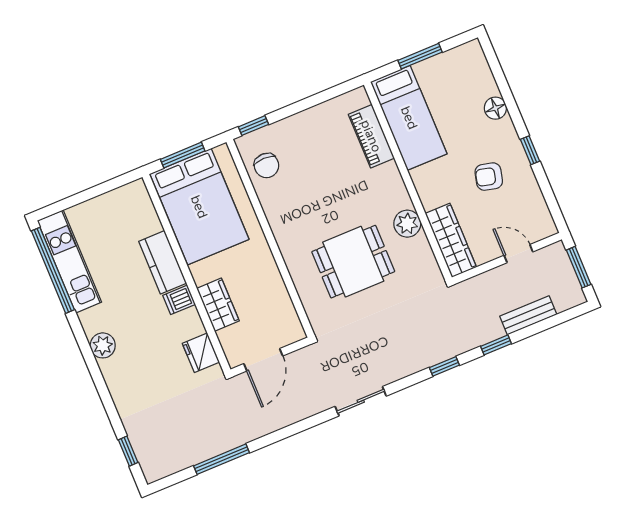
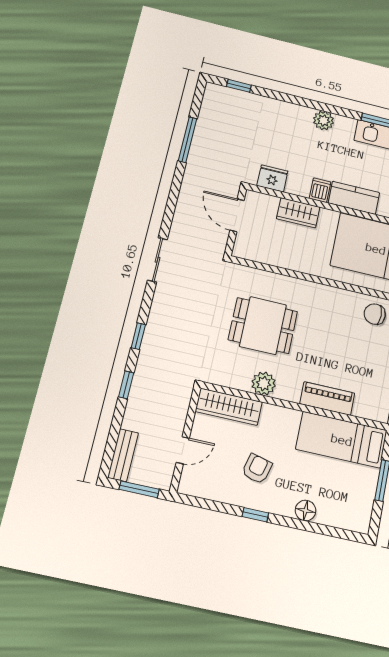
piano: (371, 136) -> (327, 398), moved
dining table: (353, 262) -> (263, 326), turned 90
bench: (528, 315) -> (123, 455), moved

